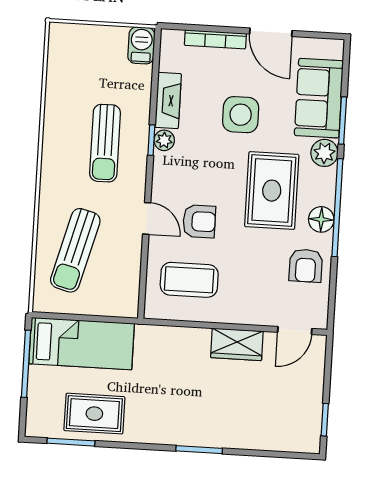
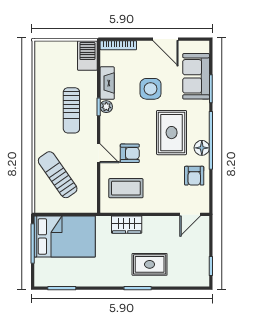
bookcase: (215, 39) -> (118, 45), moved
barbecue: (141, 45) -> (87, 55), width x1.38, depth x1.27
plant: (324, 153) -> (201, 108), removed
sun lounger: (75, 250) -> (58, 175), turned 130
bed: (82, 344) -> (65, 236), width x1.50
wardrobe: (237, 344) -> (127, 225), moved
rug: (94, 414) -> (150, 264), moved

